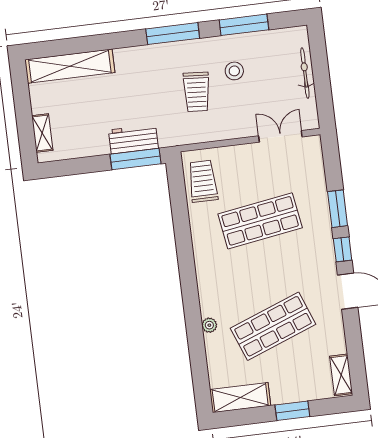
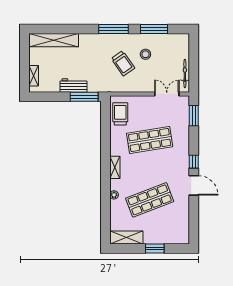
bicycle: (305, 73) -> (185, 73), moved
trolley: (197, 92) -> (123, 63), turned -39
workbench: (133, 139) -> (73, 86), moved
window: (338, 209) -> (194, 116), moved
shelving: (341, 375) -> (115, 167), moved

